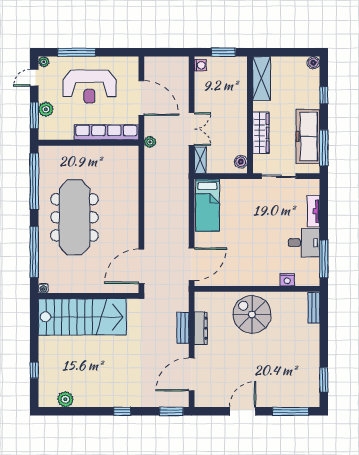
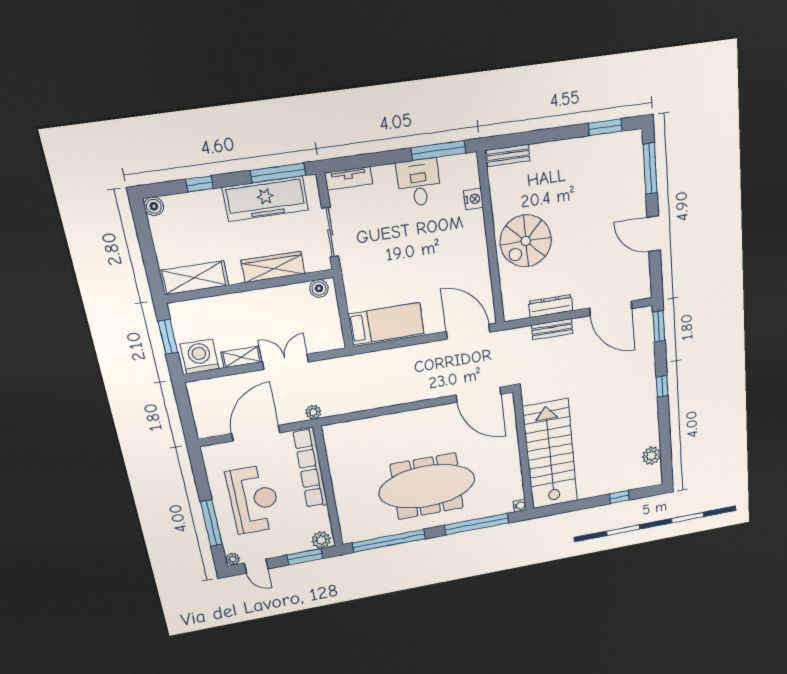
washing machine: (200, 65) -> (200, 357), width x1.89, depth x1.89
plant: (46, 109) -> (321, 540), moved
shelving: (200, 160) -> (241, 357), moved
tv unit: (314, 211) -> (349, 178), moved

